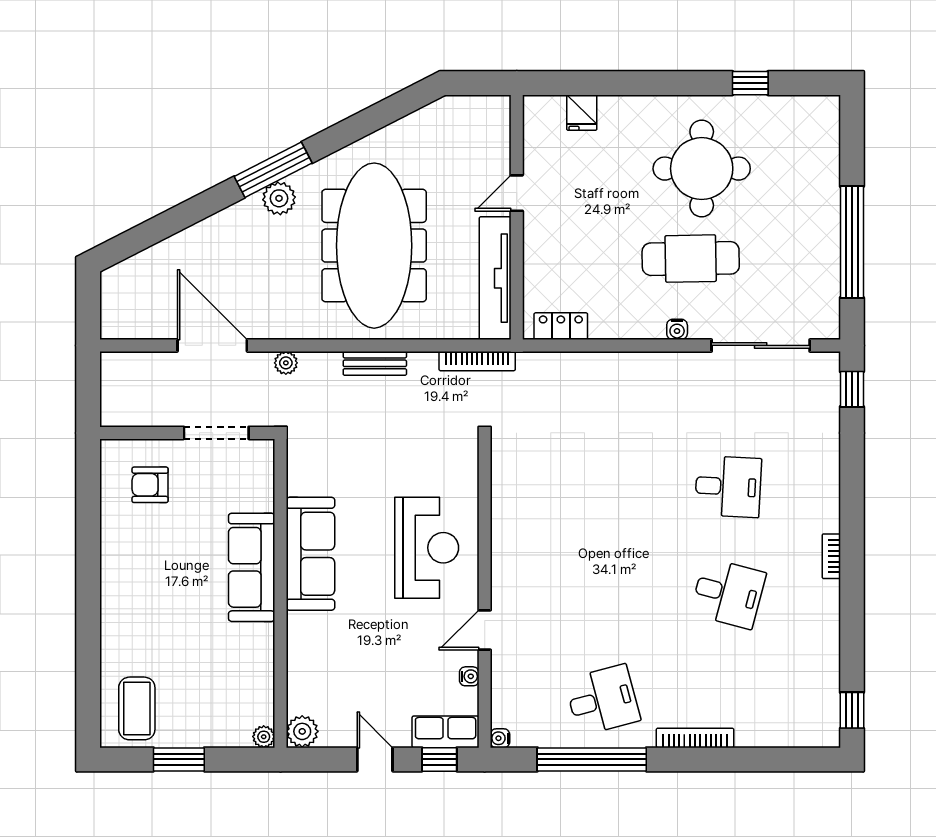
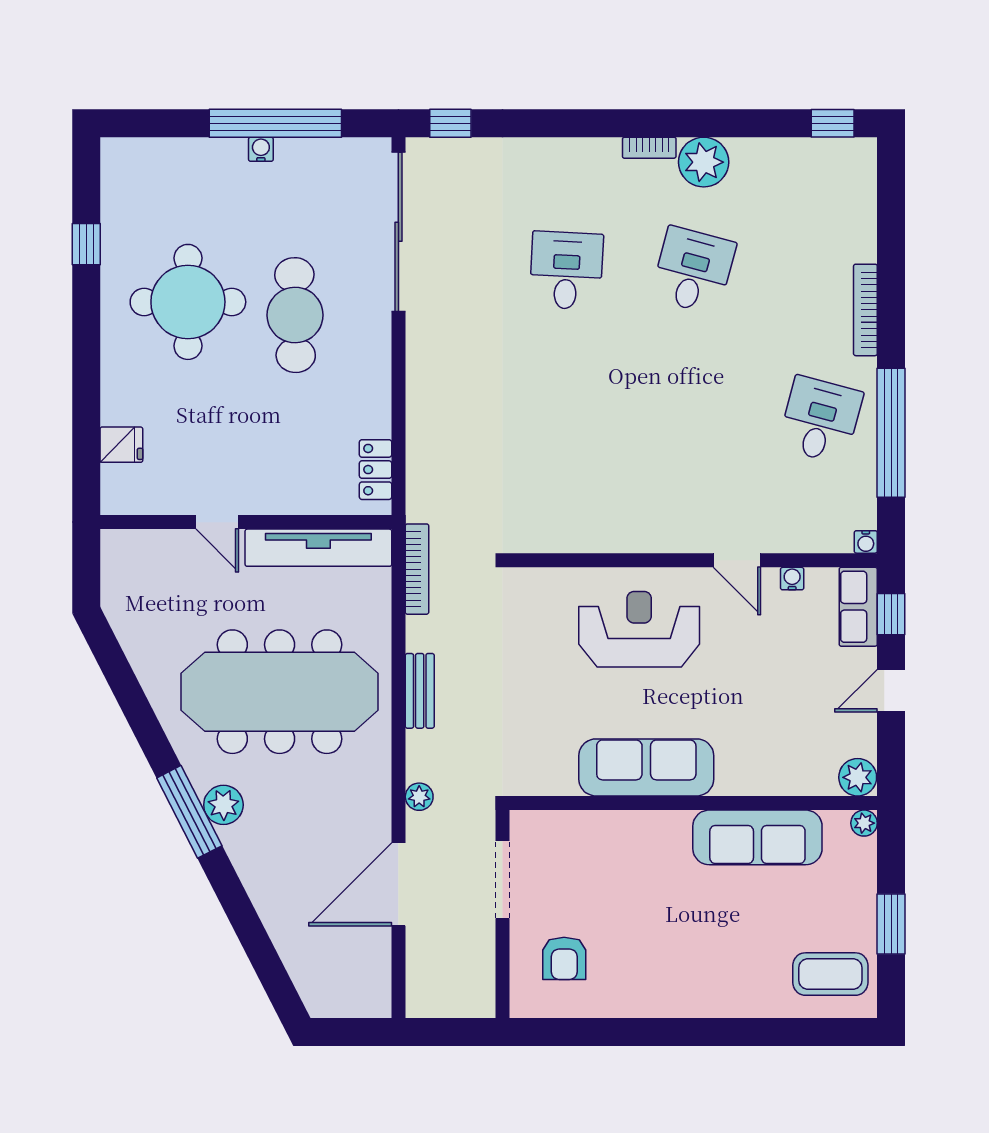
water cooler: (677, 329) -> (261, 149), moved, turned -90
sliding door: (761, 345) -> (398, 232), width x1.36
sofa: (252, 567) -> (757, 837), moved
plant: (819, 602) -> (704, 162), added
desk: (603, 700) -> (820, 420), turned 30

